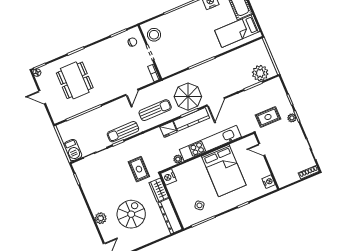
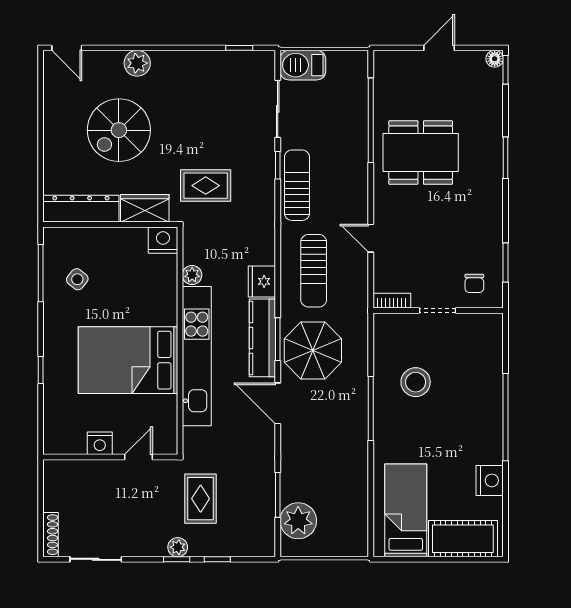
stool: (154, 35) -> (416, 382), moved
dining table: (75, 80) -> (421, 153), moved
nightstand: (269, 182) -> (100, 443), moved
spiral stairs: (131, 214) -> (119, 130), turned 90

